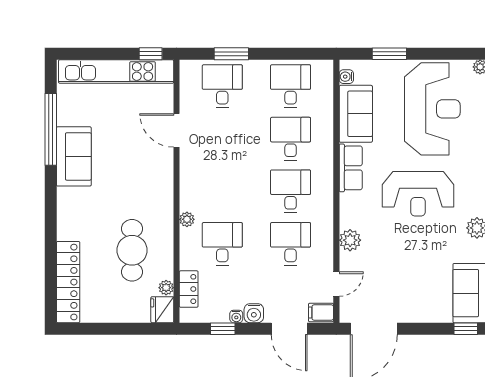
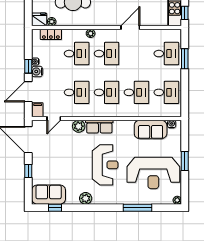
window: (389, 54) -> (185, 161), moved
door: (176, 130) -> (130, 27), moved
row of seats: (351, 168) -> (99, 127), moved
desk: (222, 191) -> (106, 54), added
reception desk: (418, 194) -> (105, 165), turned 180
door: (336, 284) -> (54, 118), hinge flipped
window: (223, 329) -> (28, 66), moved
window: (466, 329) -> (28, 171), moved

